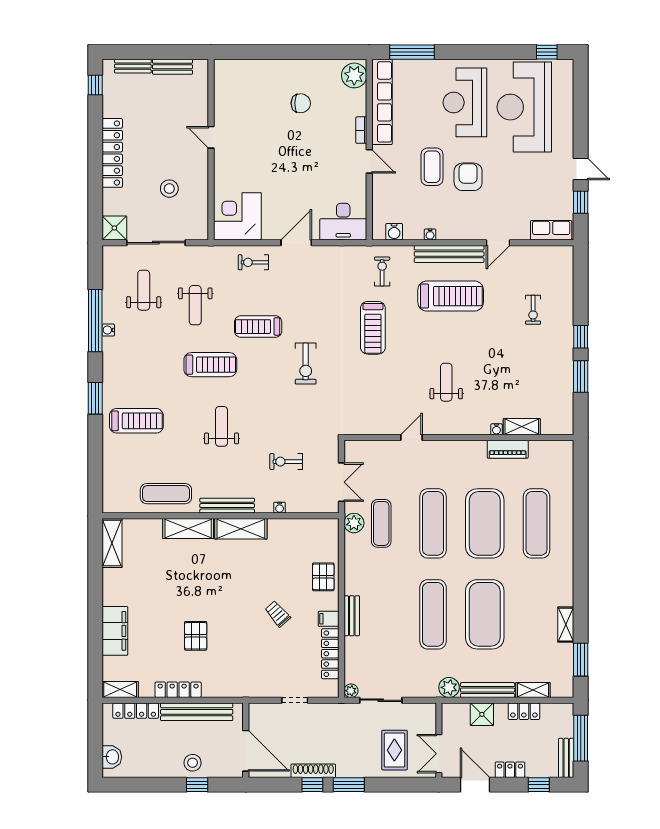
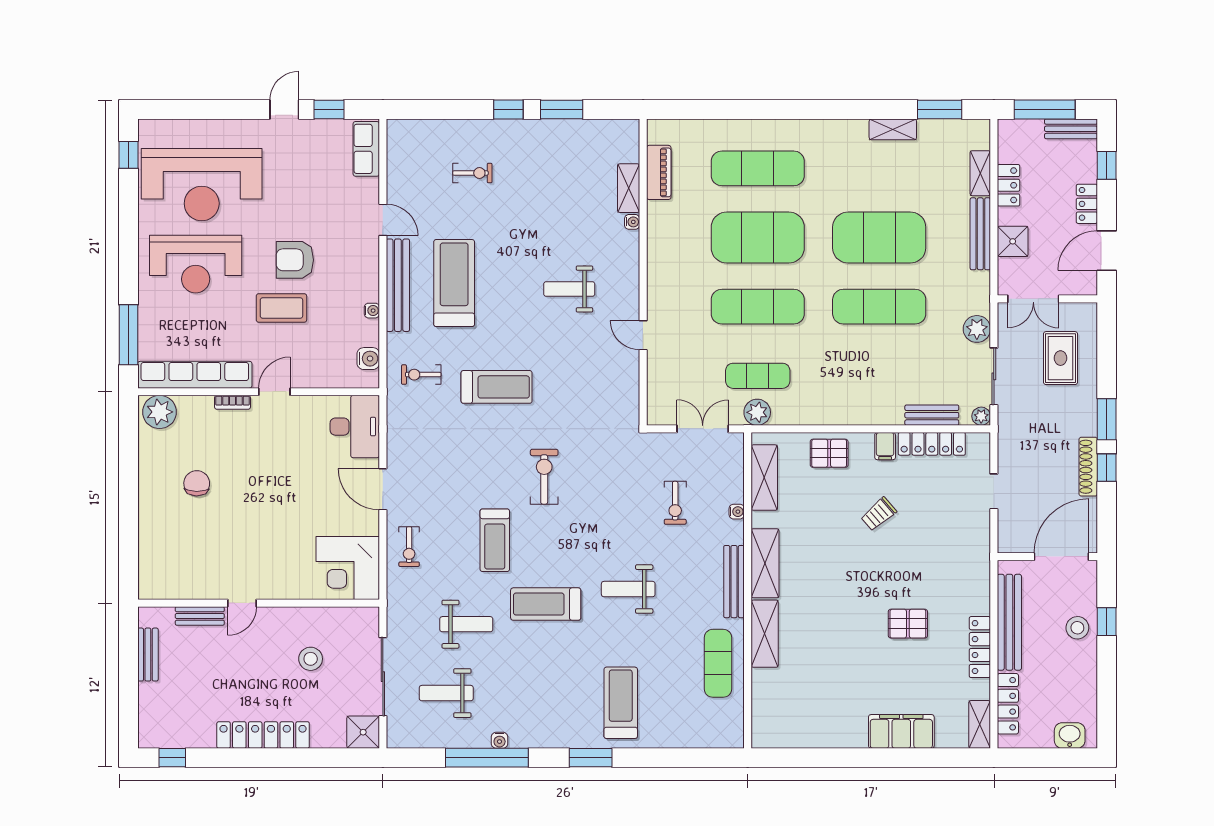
bench: (133, 66) -> (200, 616), moved, turned 90
exercise bike: (306, 363) -> (544, 477), turned -90
treadmill: (210, 365) -> (546, 604), turned -90
piano: (508, 449) -> (659, 172), moved
shelving: (112, 543) -> (764, 478), moved, turned 90
bench: (352, 616) -> (932, 415), moved
plant: (449, 687) -> (977, 329), moved
rug: (394, 750) -> (1060, 358), turned 90
double door: (439, 754) -> (1033, 299), moved

